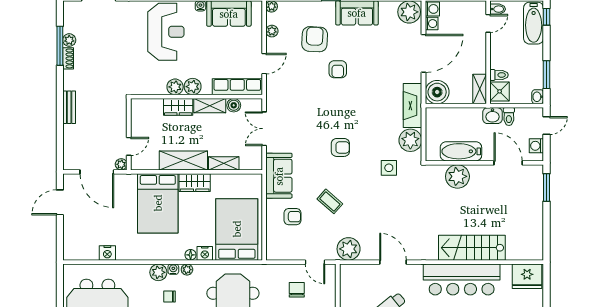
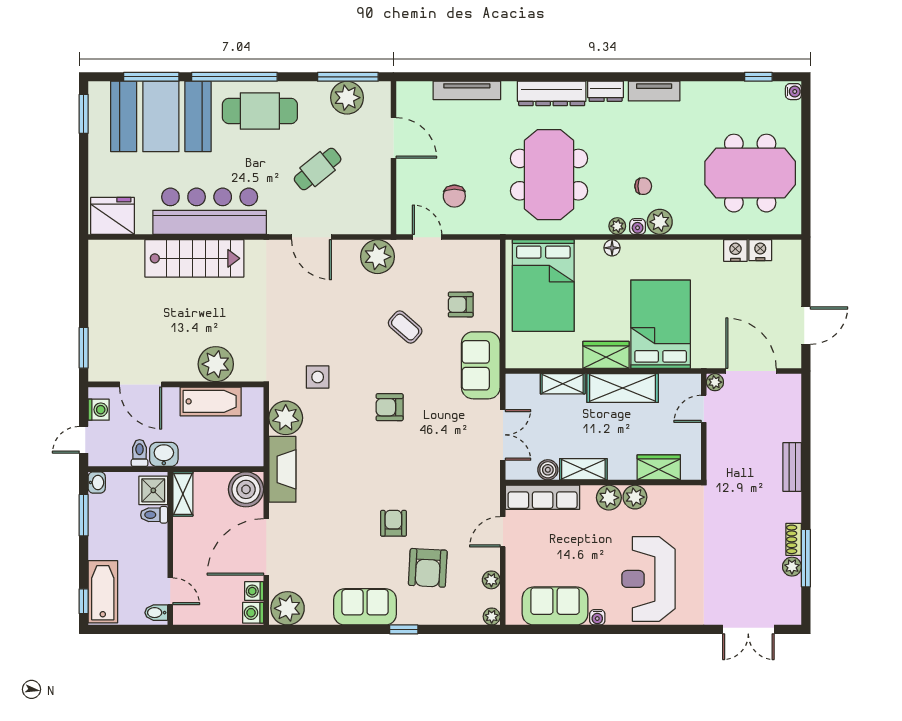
door: (488, 23) -> (170, 591), swing flipped
wardrobe: (178, 107) -> (659, 467), moved
nightstand: (205, 253) -> (760, 250), moved

